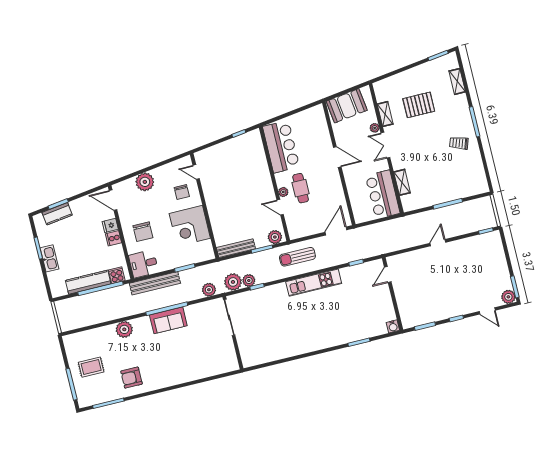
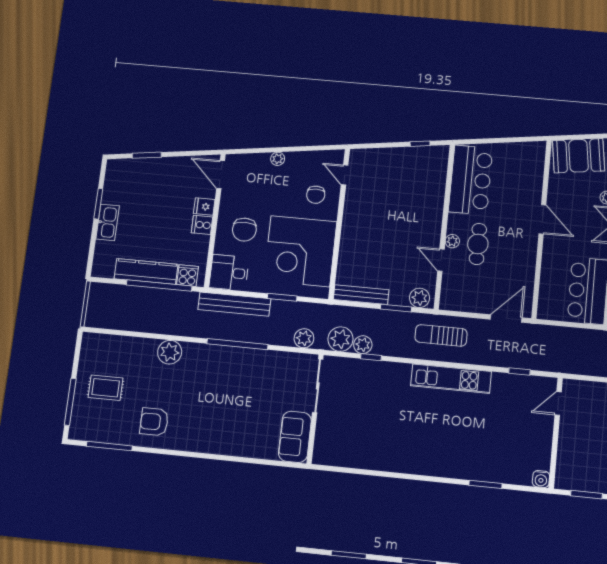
plant: (145, 182) -> (278, 159), width x0.53, depth x0.53
kitchen counter: (57, 214) -> (140, 167), removed
corner desk: (190, 226) -> (300, 251), width x1.36, depth x1.36
sofa: (168, 320) -> (295, 437), moved, turned 90

